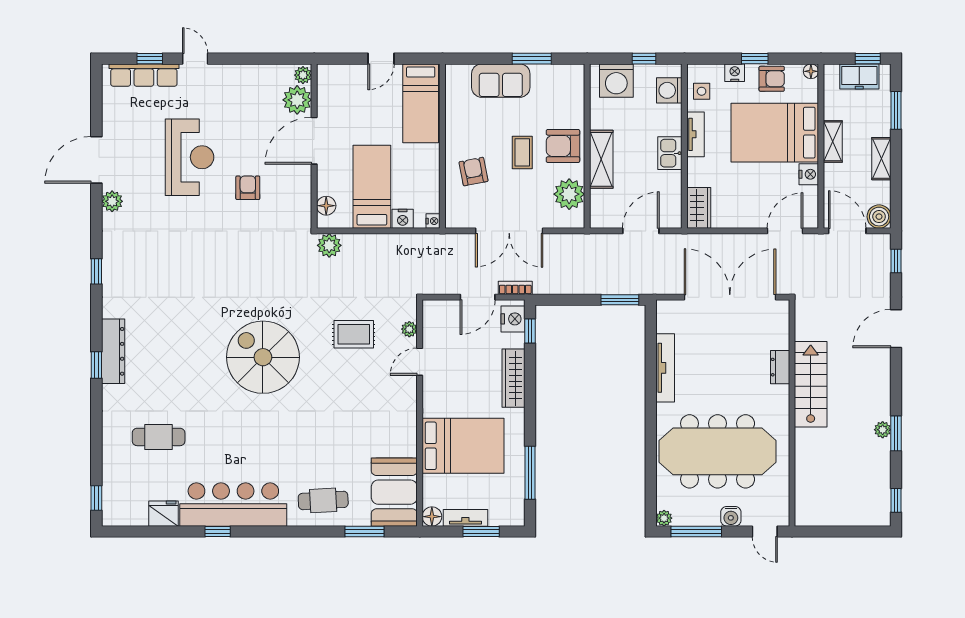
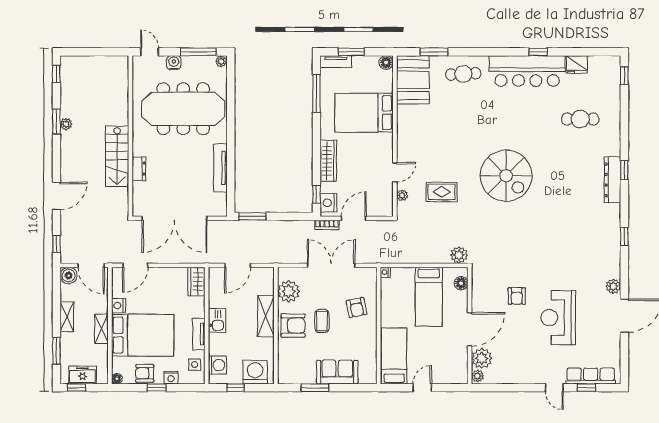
nightstand: (403, 219) -> (407, 274), removed
tv unit: (465, 518) -> (336, 62), moved

